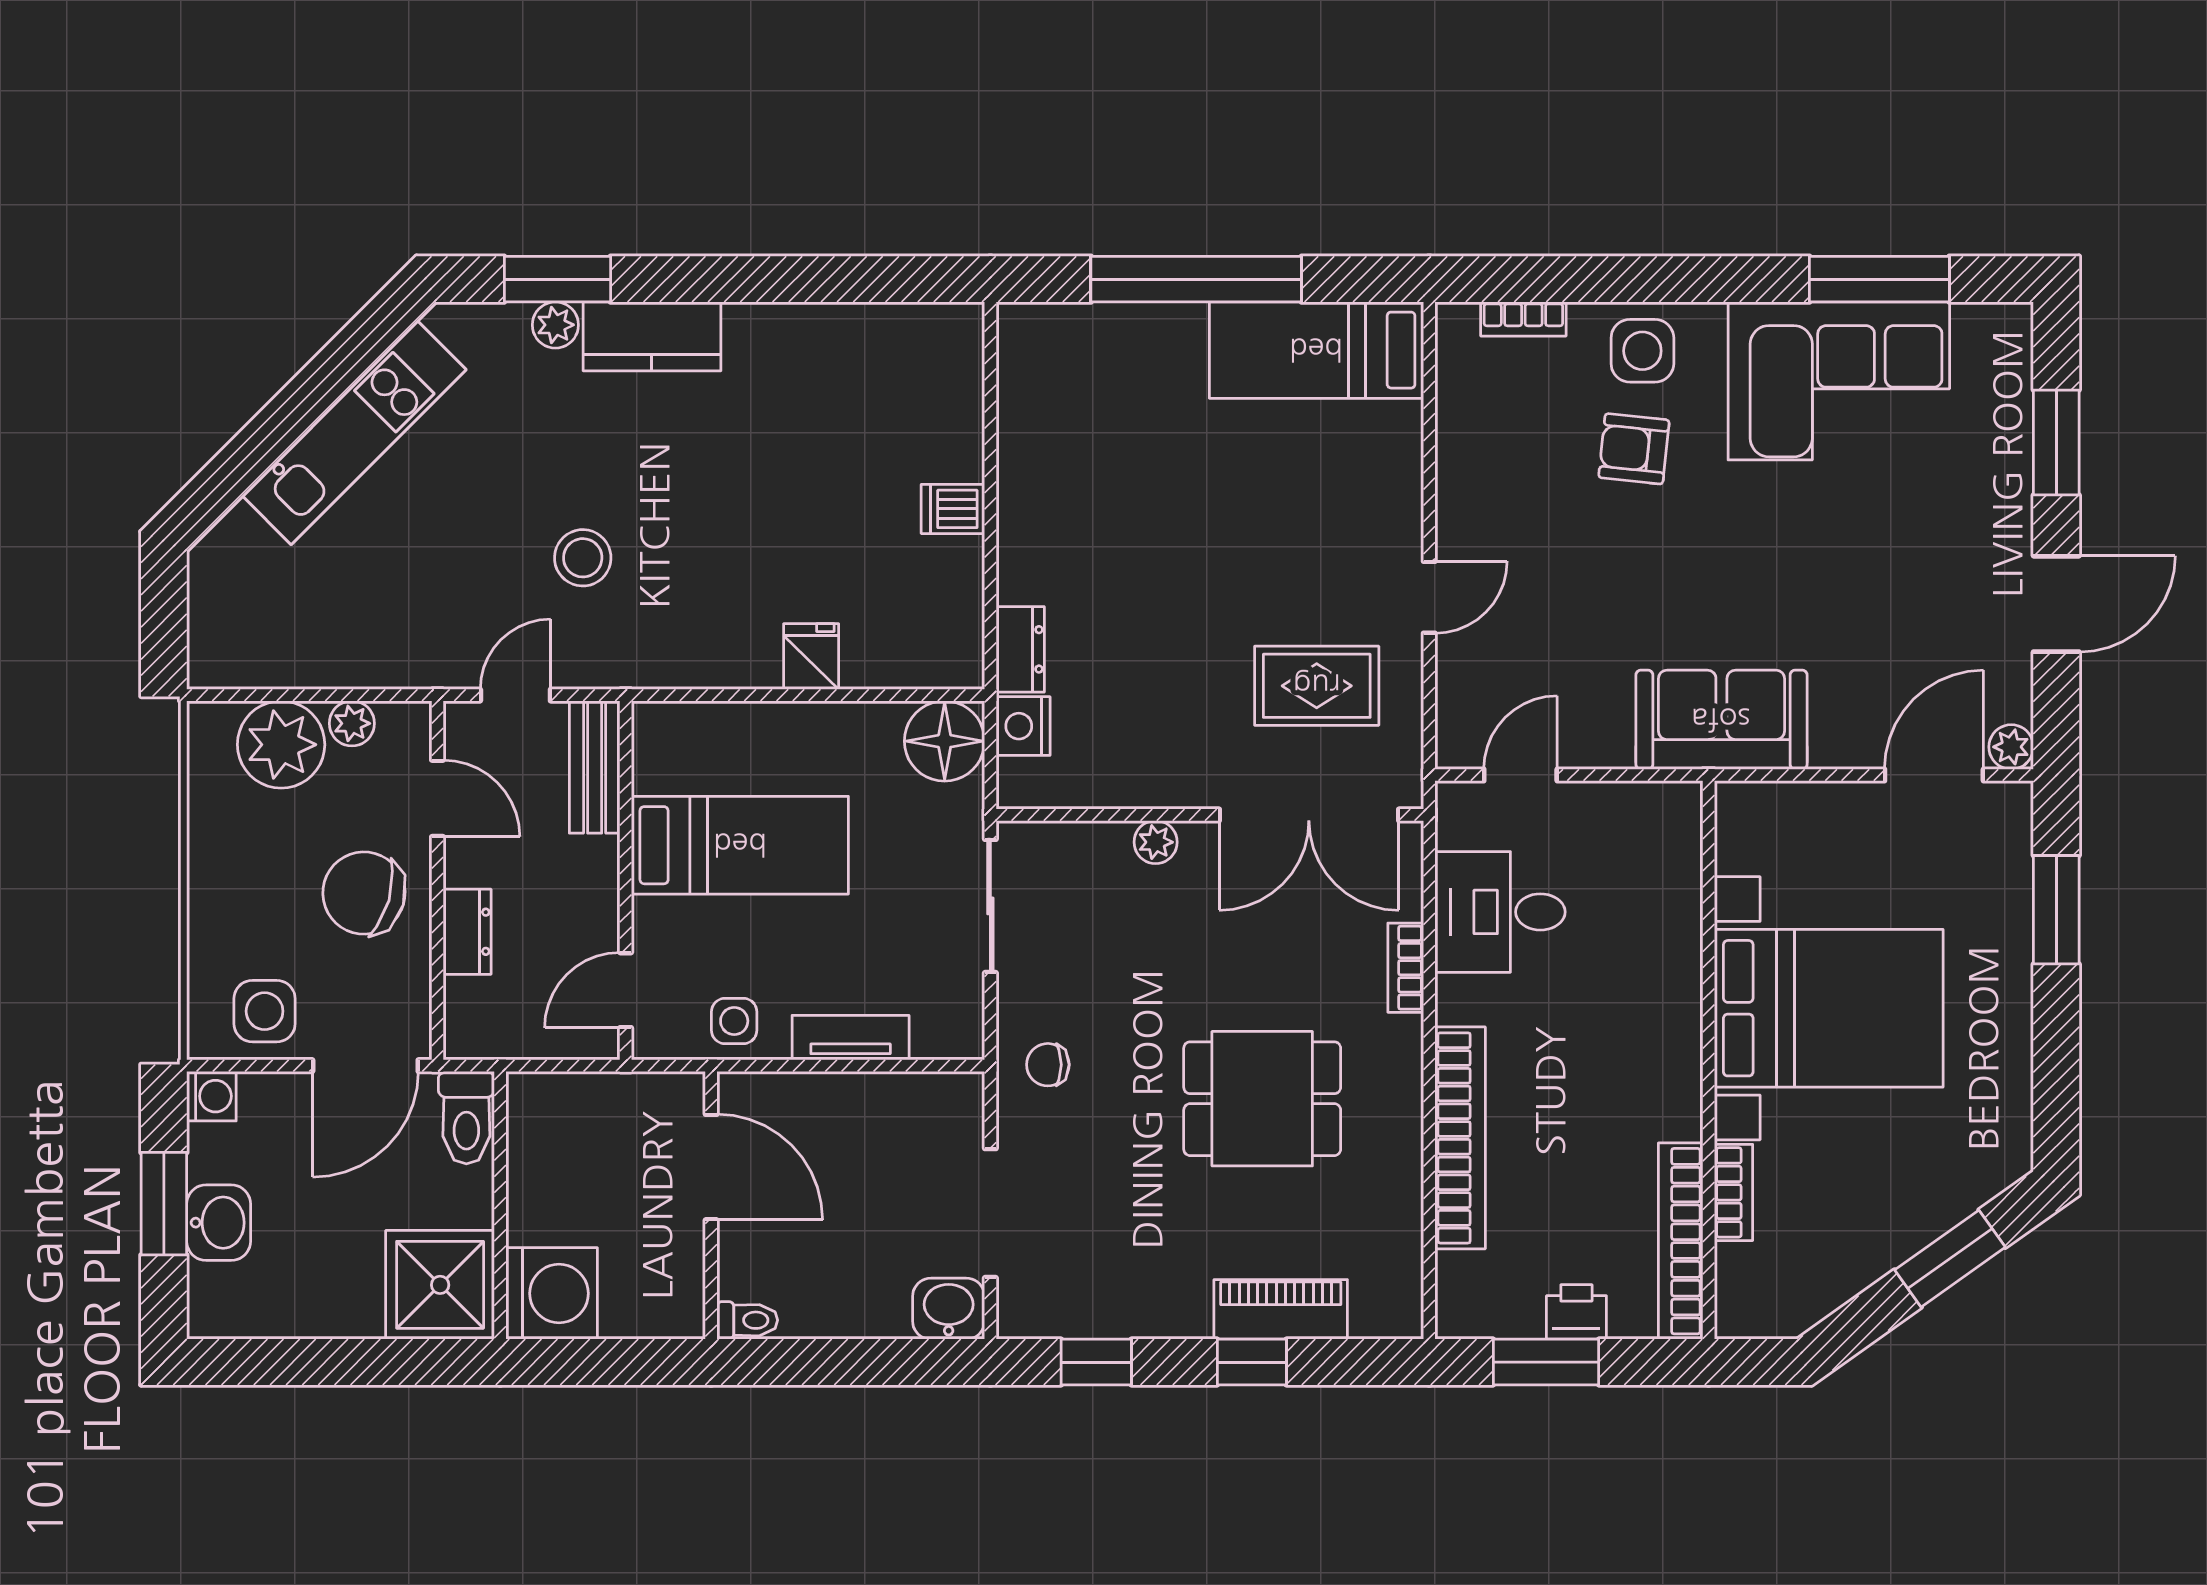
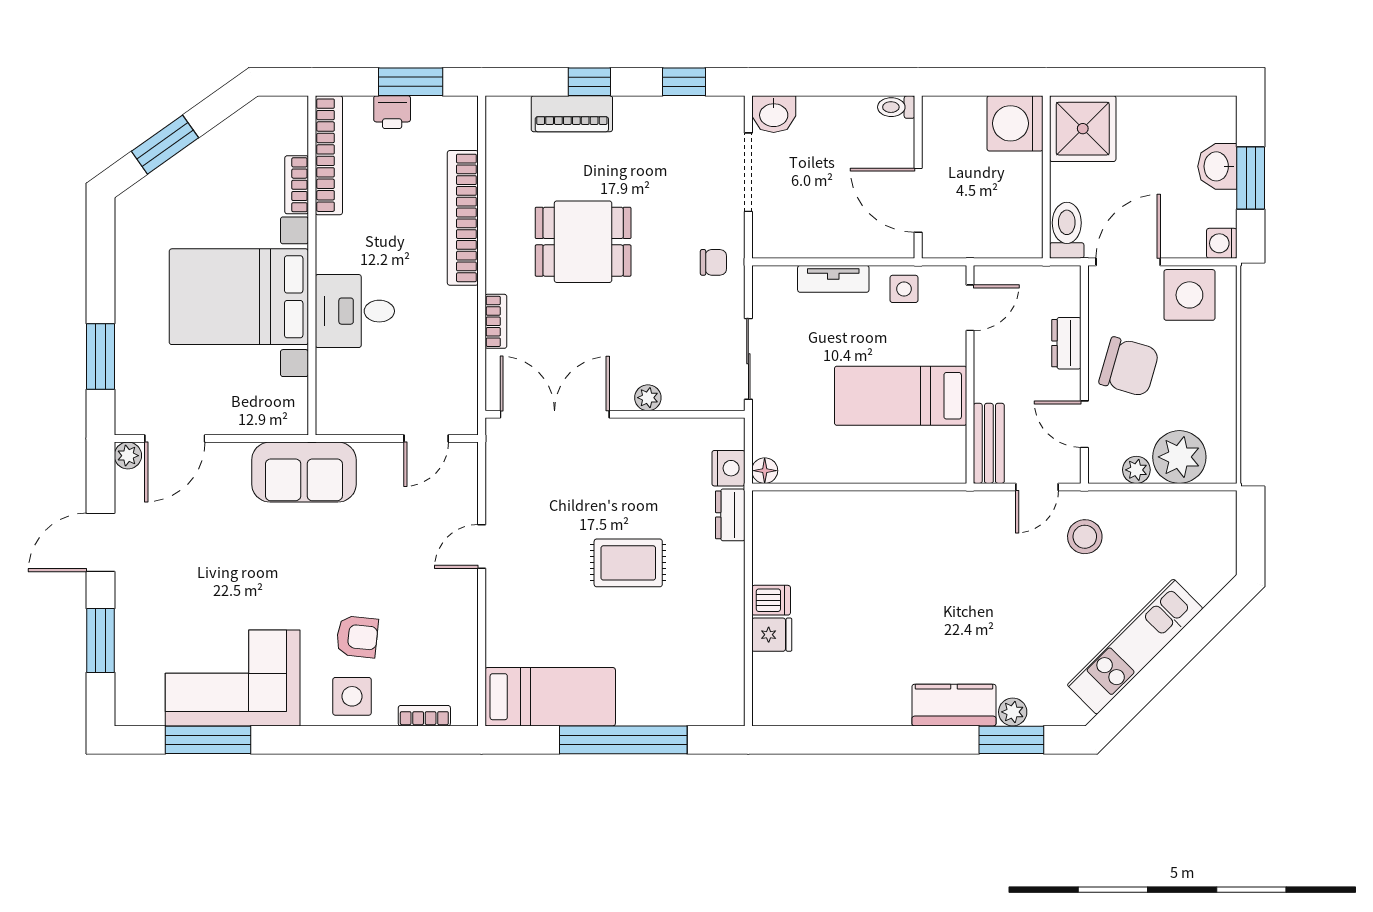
stool: (583, 558) -> (1085, 537), moved
fridge: (811, 657) -> (772, 635), moved, turned -90
rug: (1317, 686) -> (628, 563), moved
floor lamp: (945, 741) -> (765, 471), width x0.53, depth x0.53
desk: (1500, 912) -> (355, 311), moved, turned 180
side table: (265, 1011) -> (1189, 295), width x1.37, depth x1.37

